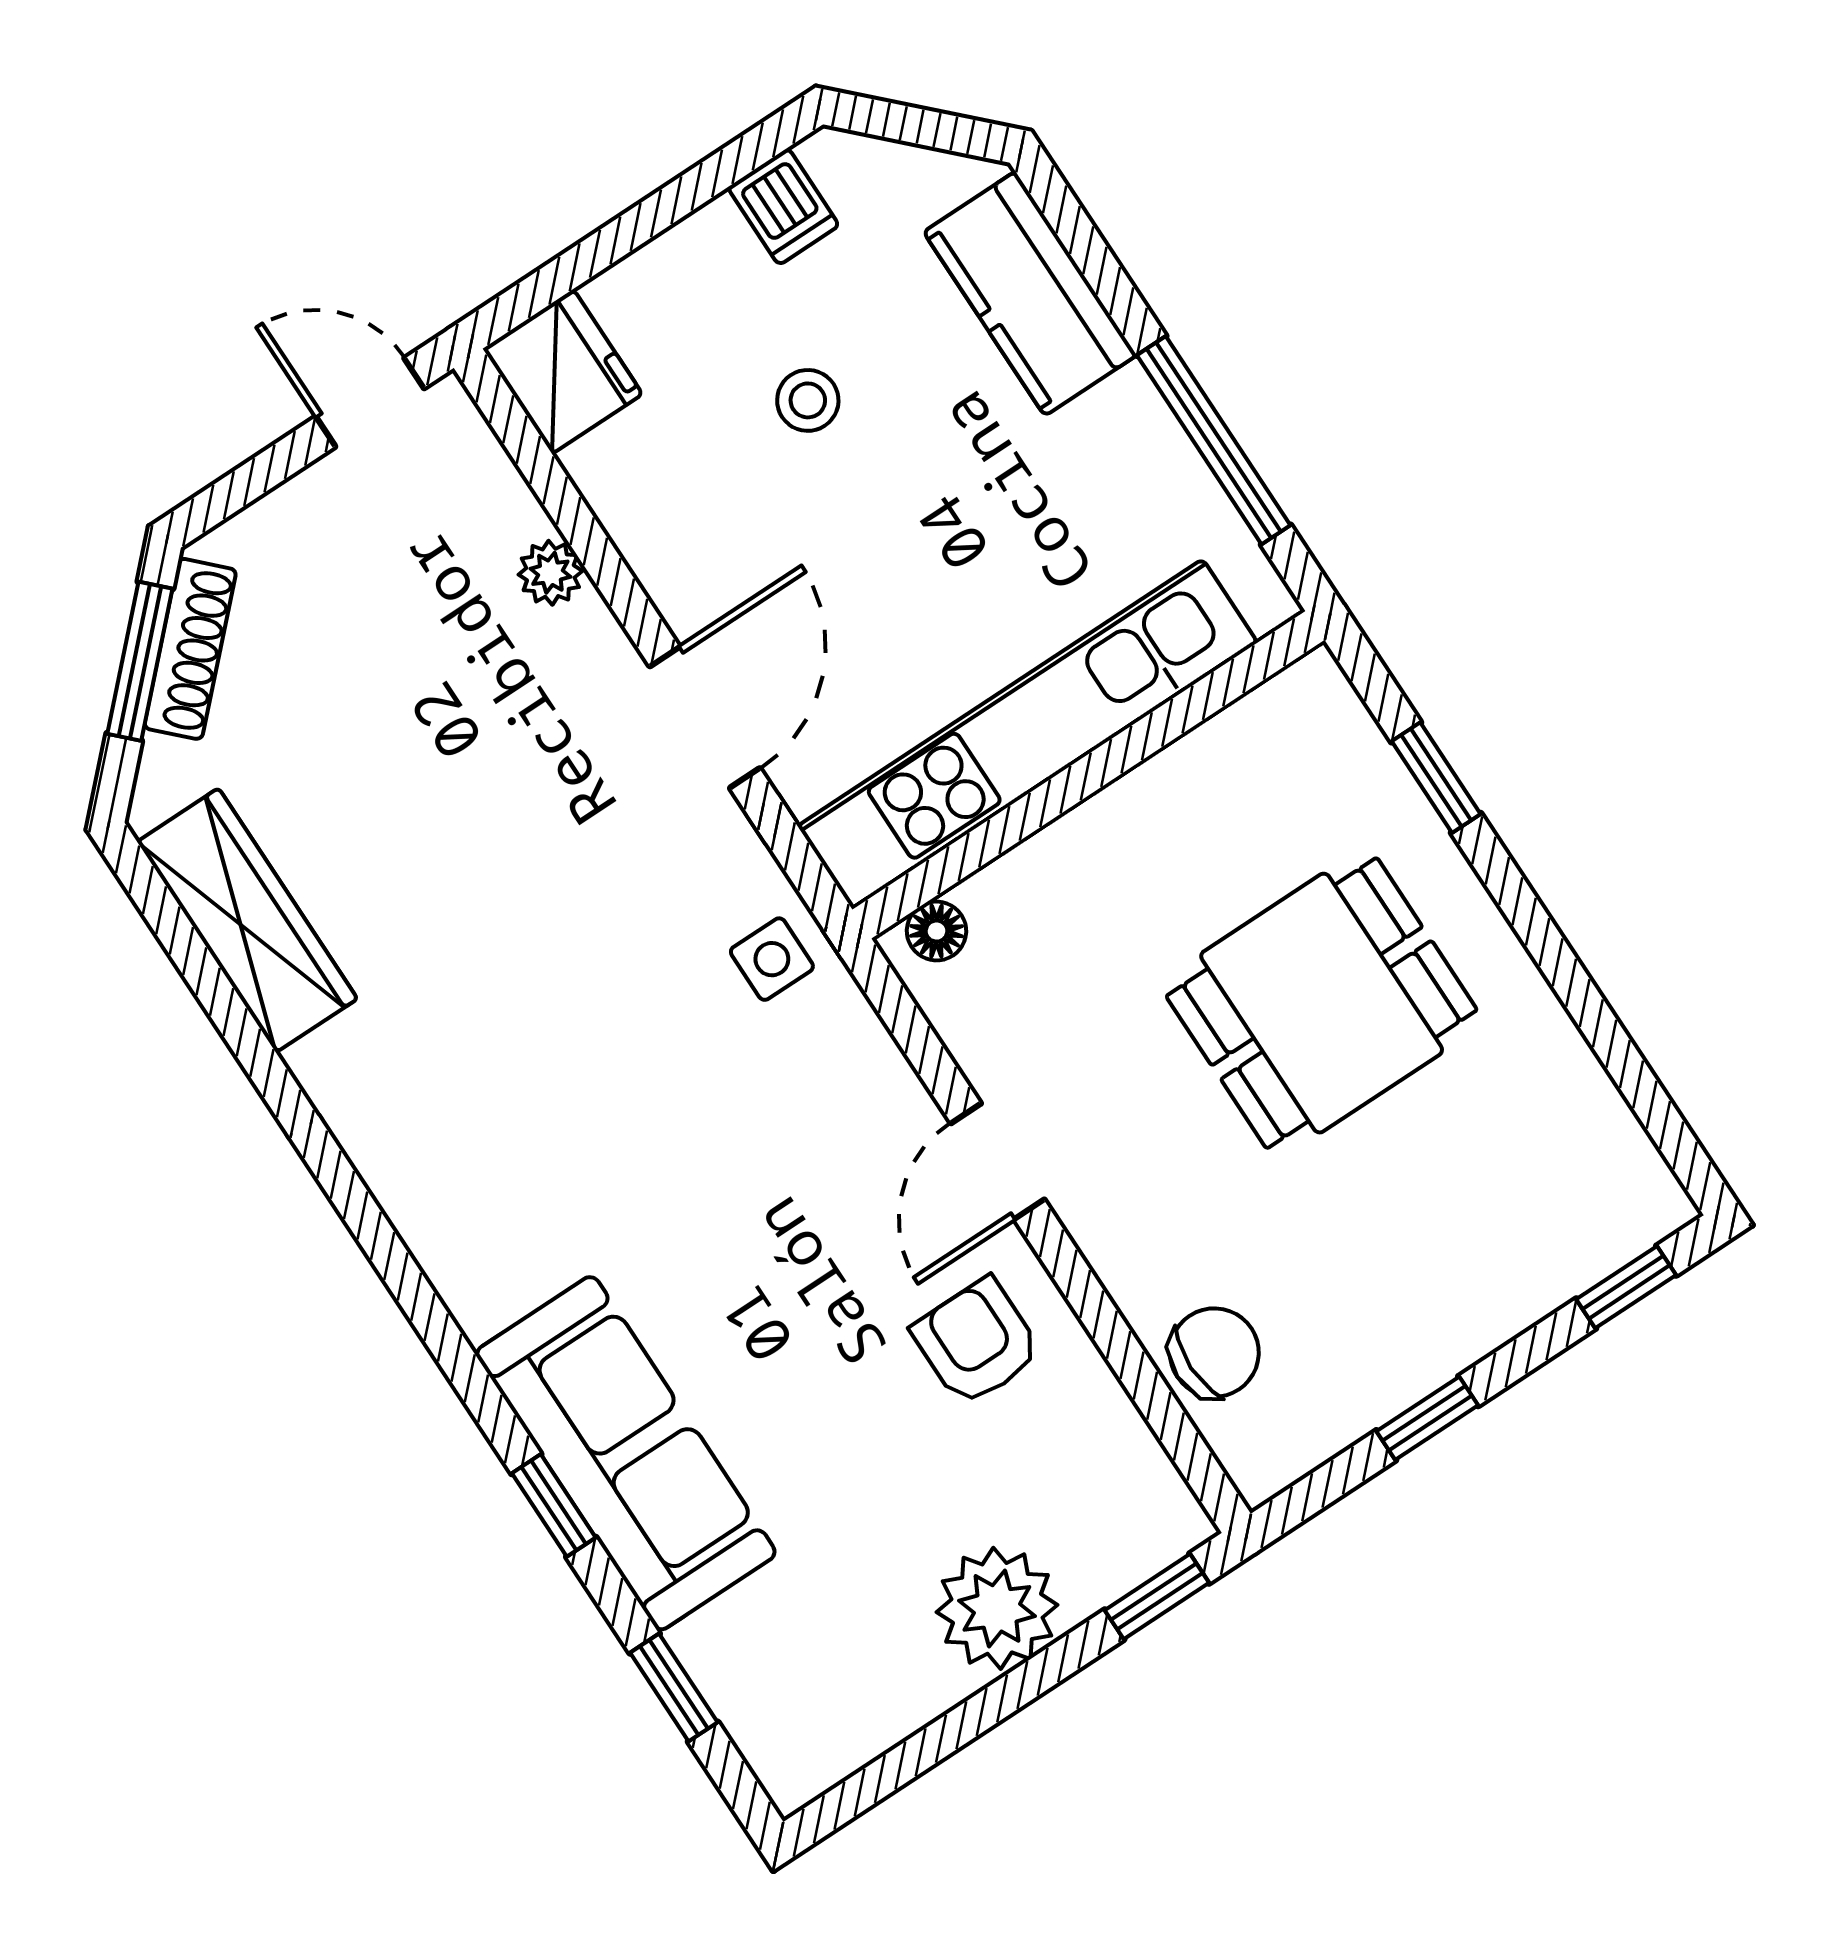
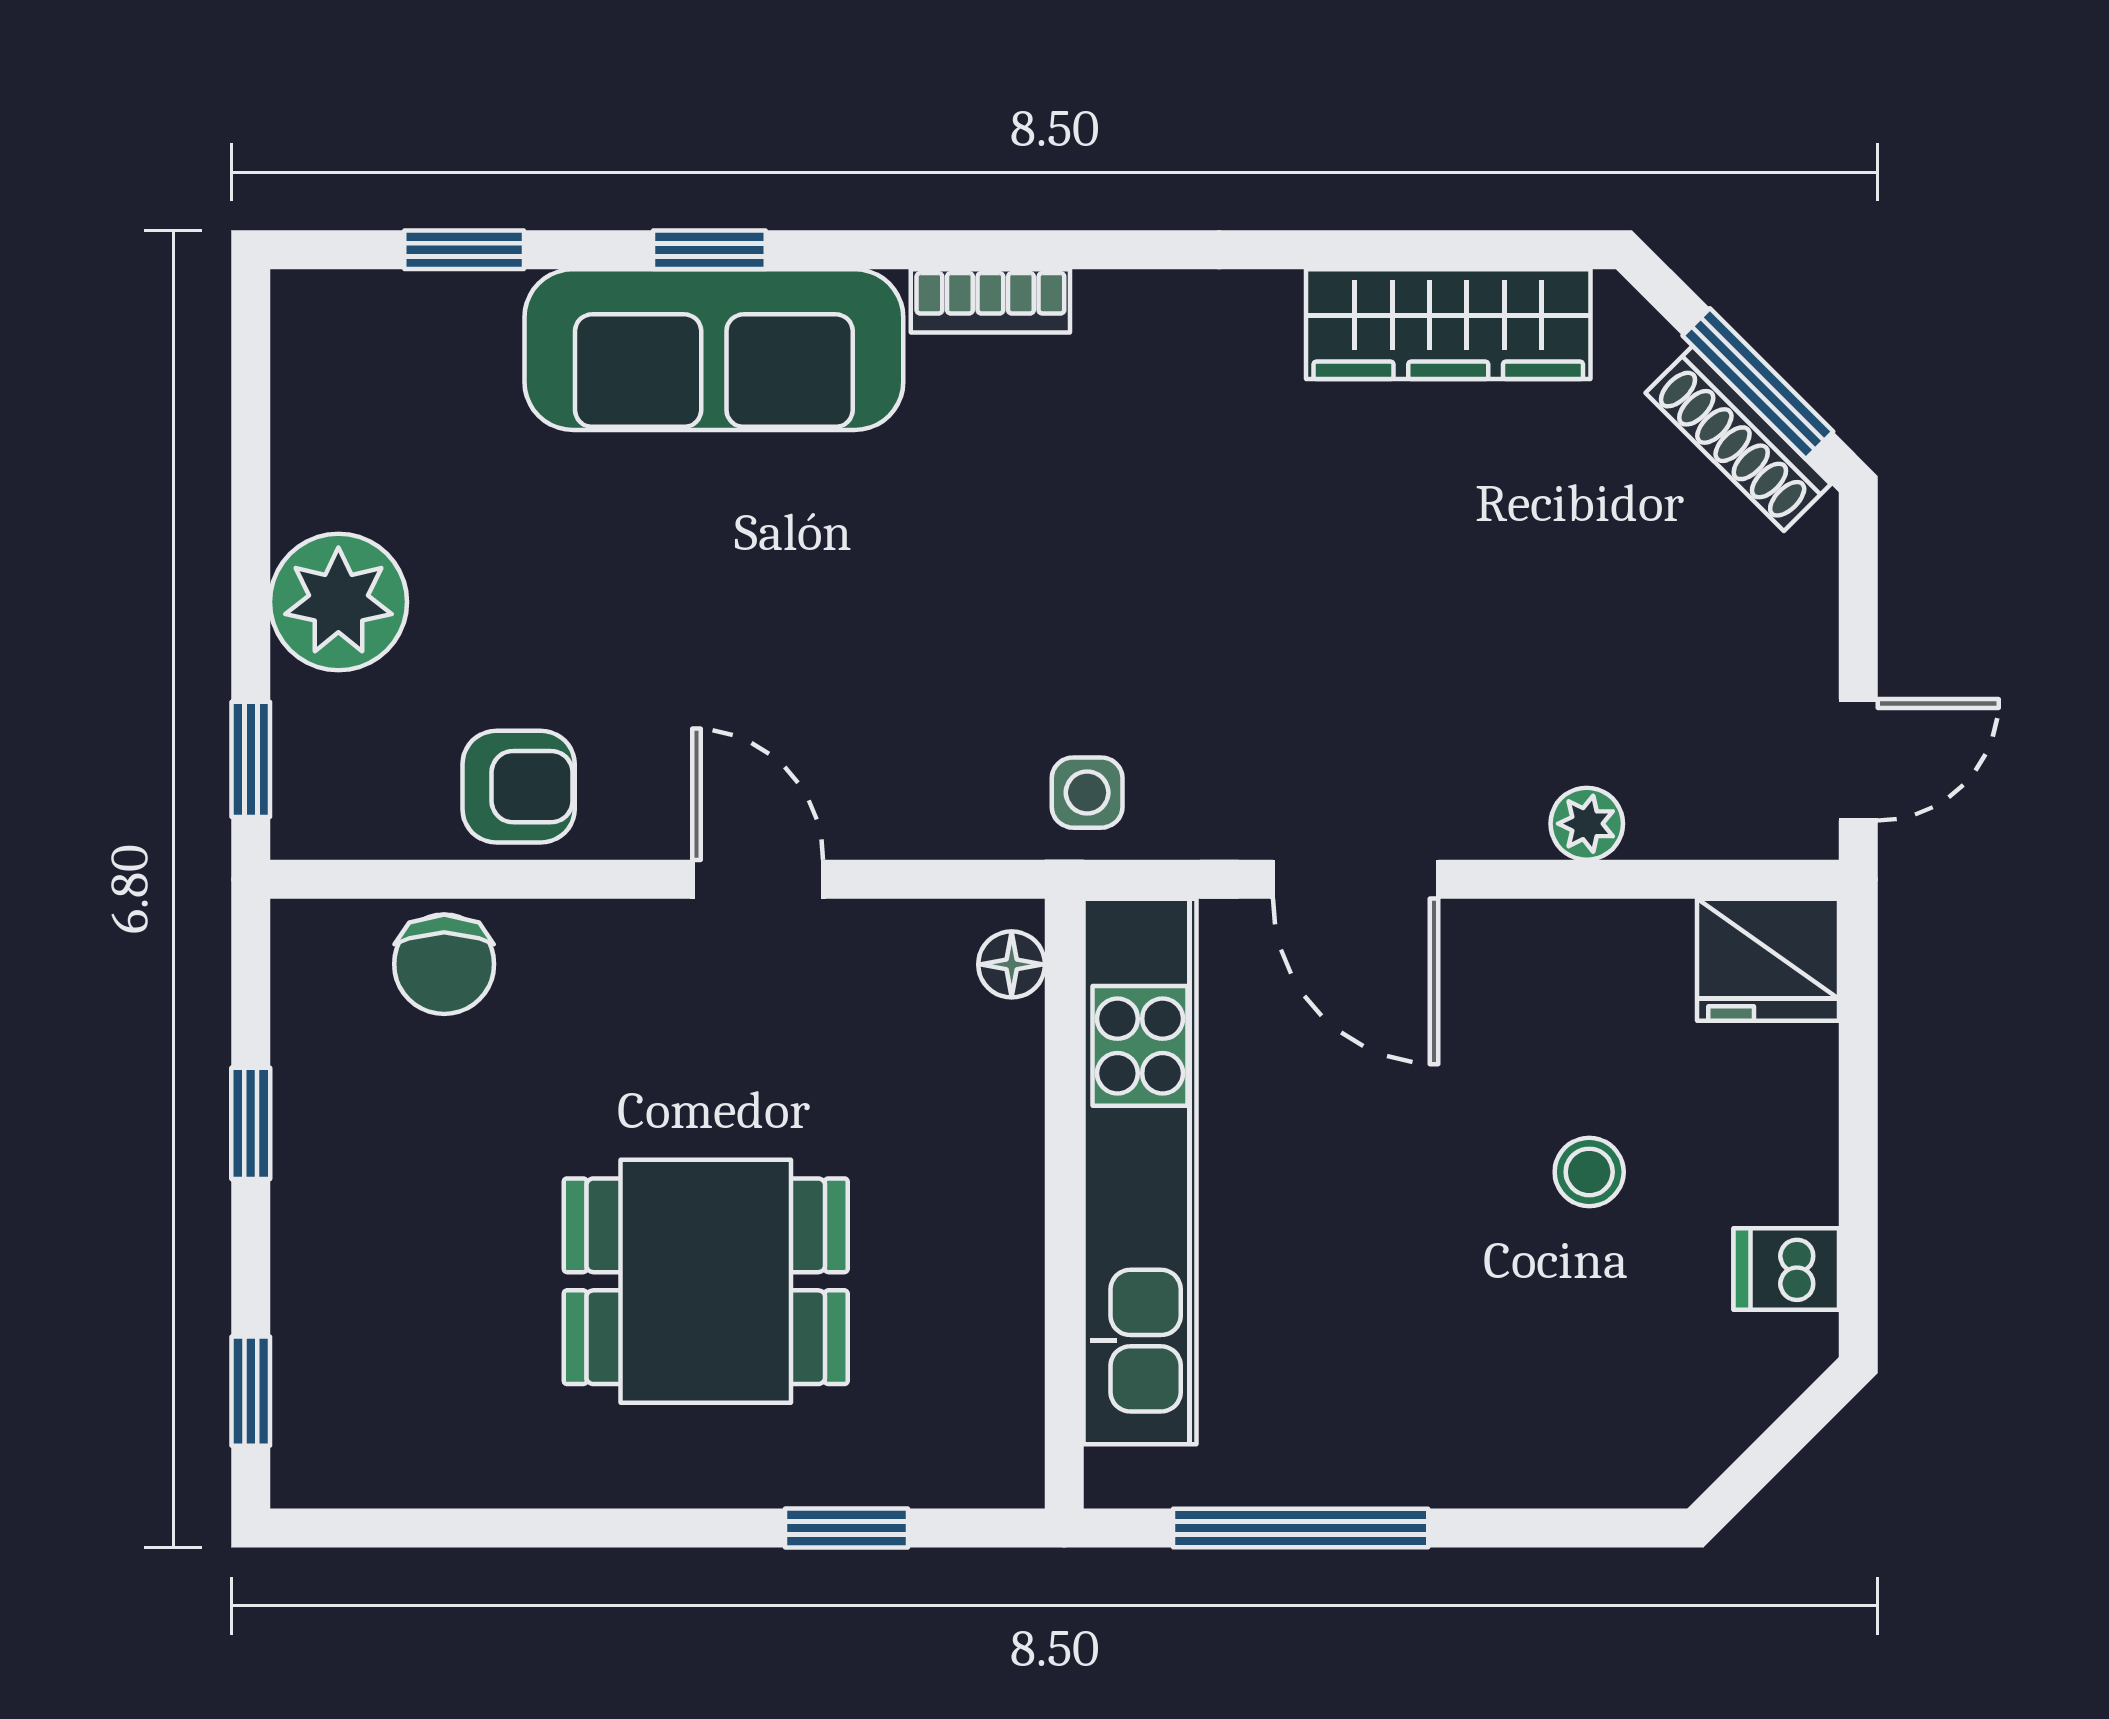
kitchen counter: (1030, 294) -> (1552, 1447), removed
dining table: (1322, 1003) -> (706, 1281), turned 90
bookcase: (454, 1272) -> (990, 301), added
armchair: (977, 1342) -> (519, 787), moved

